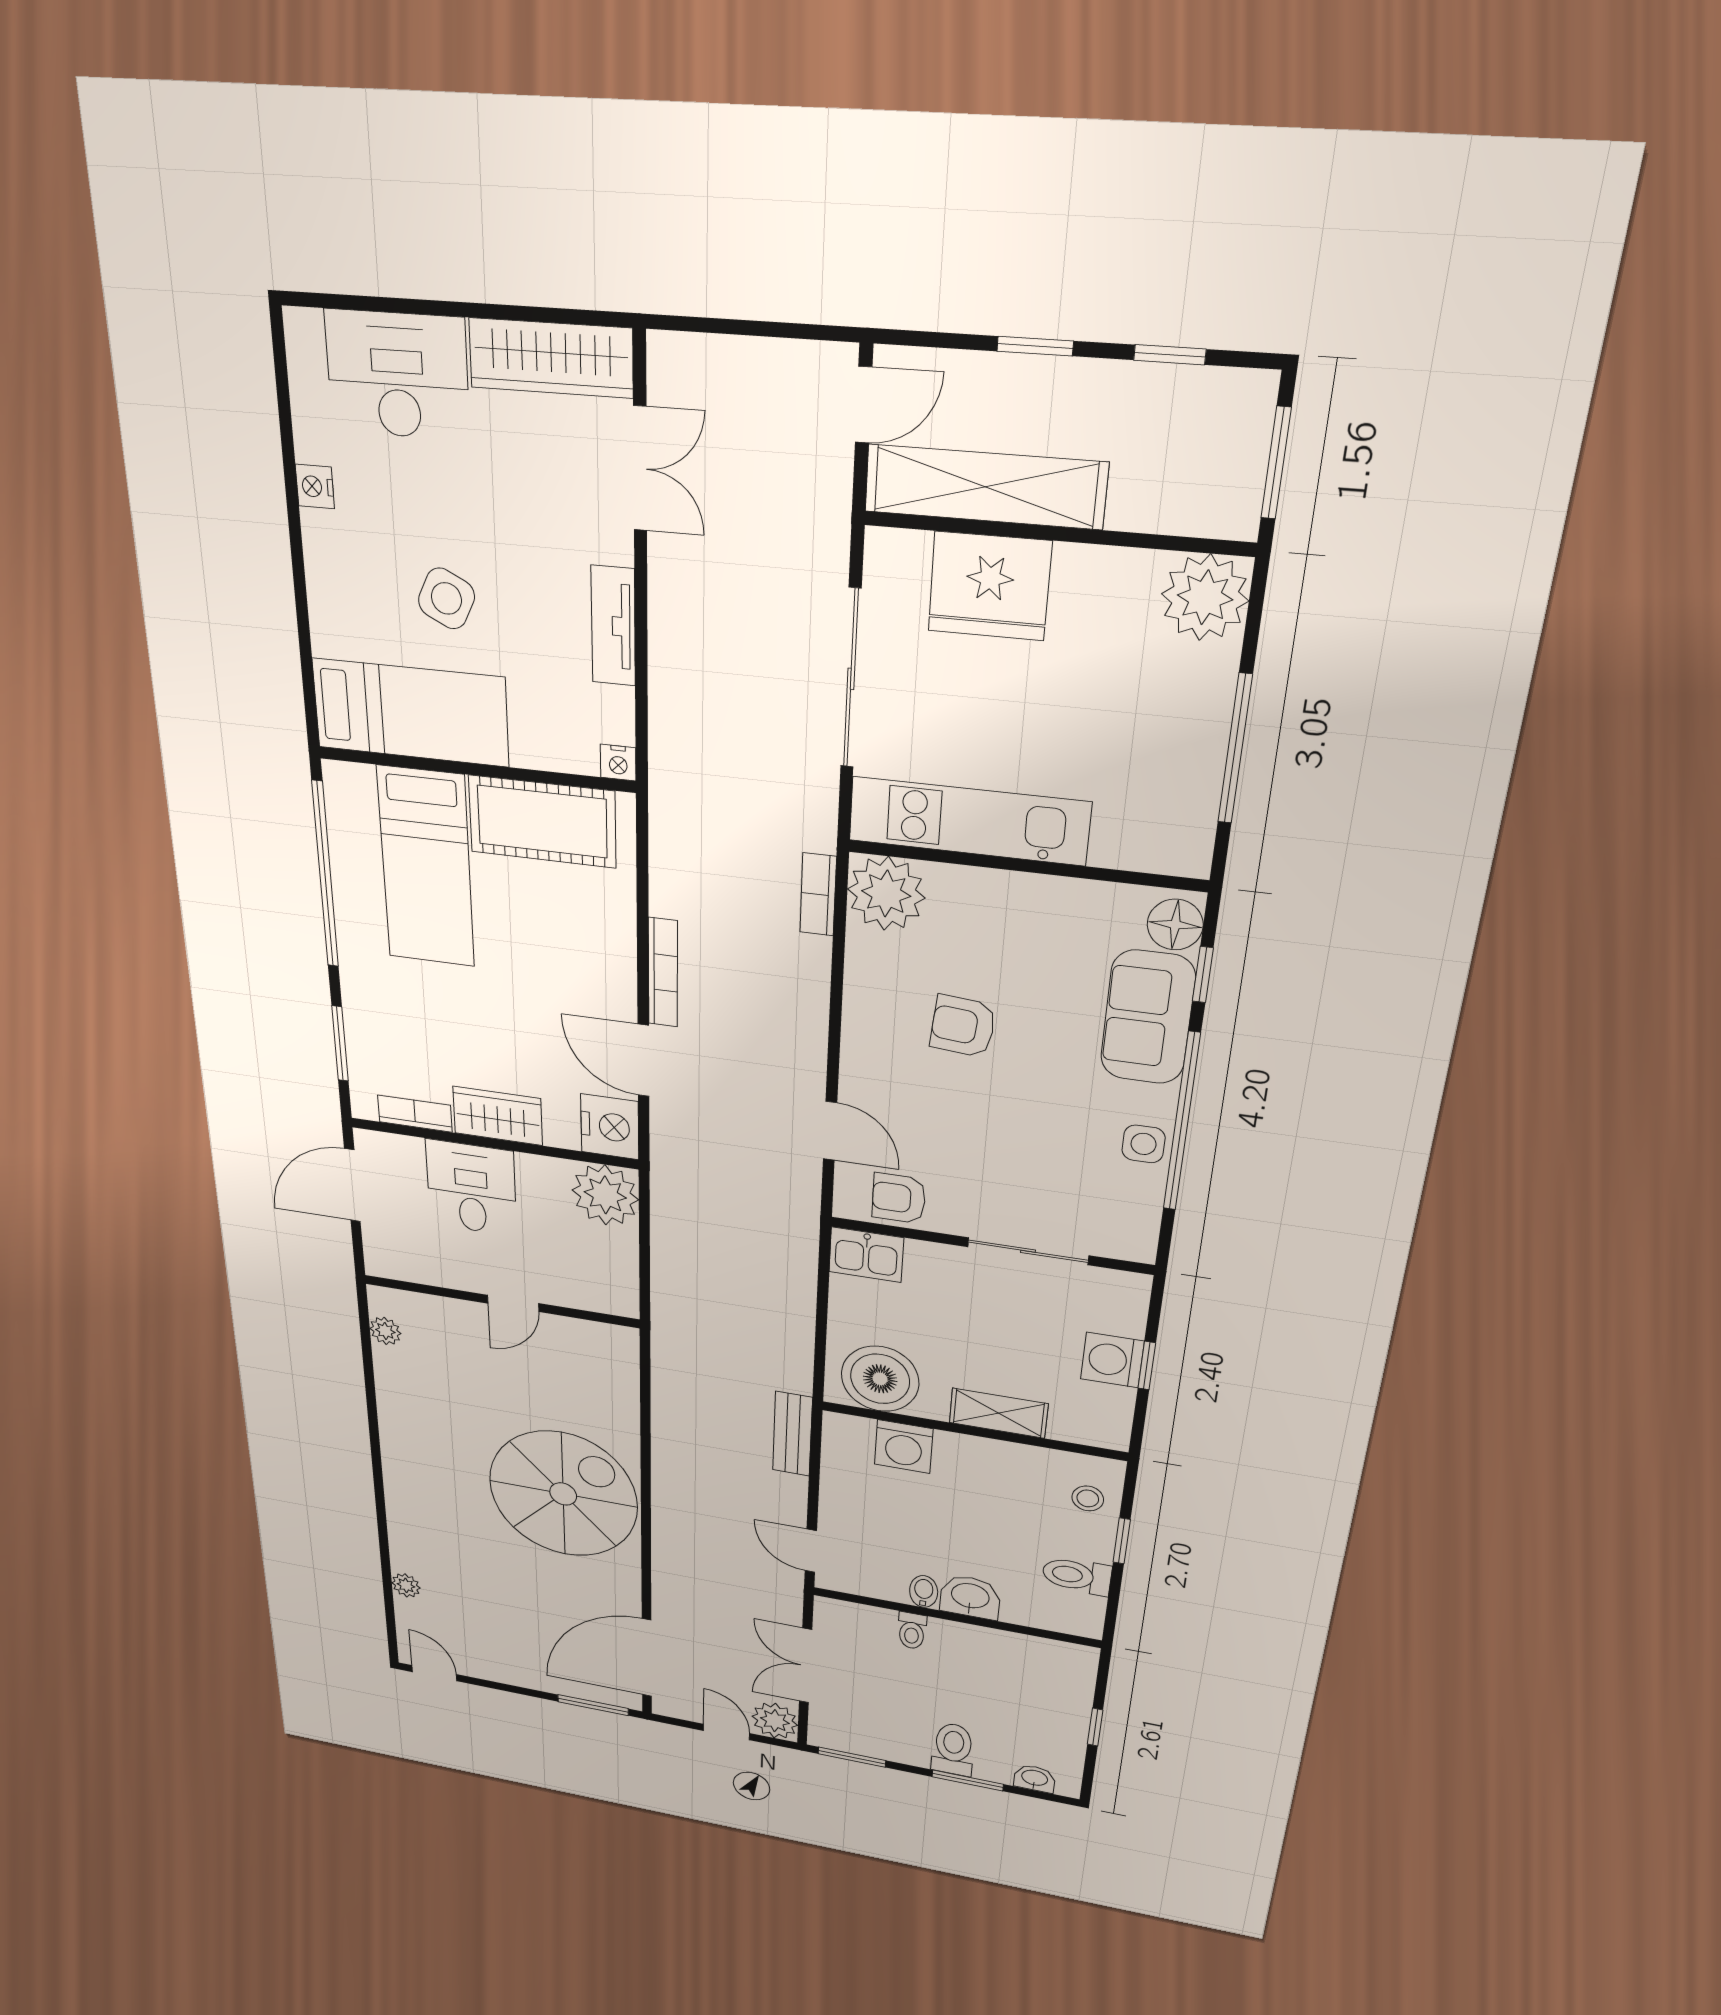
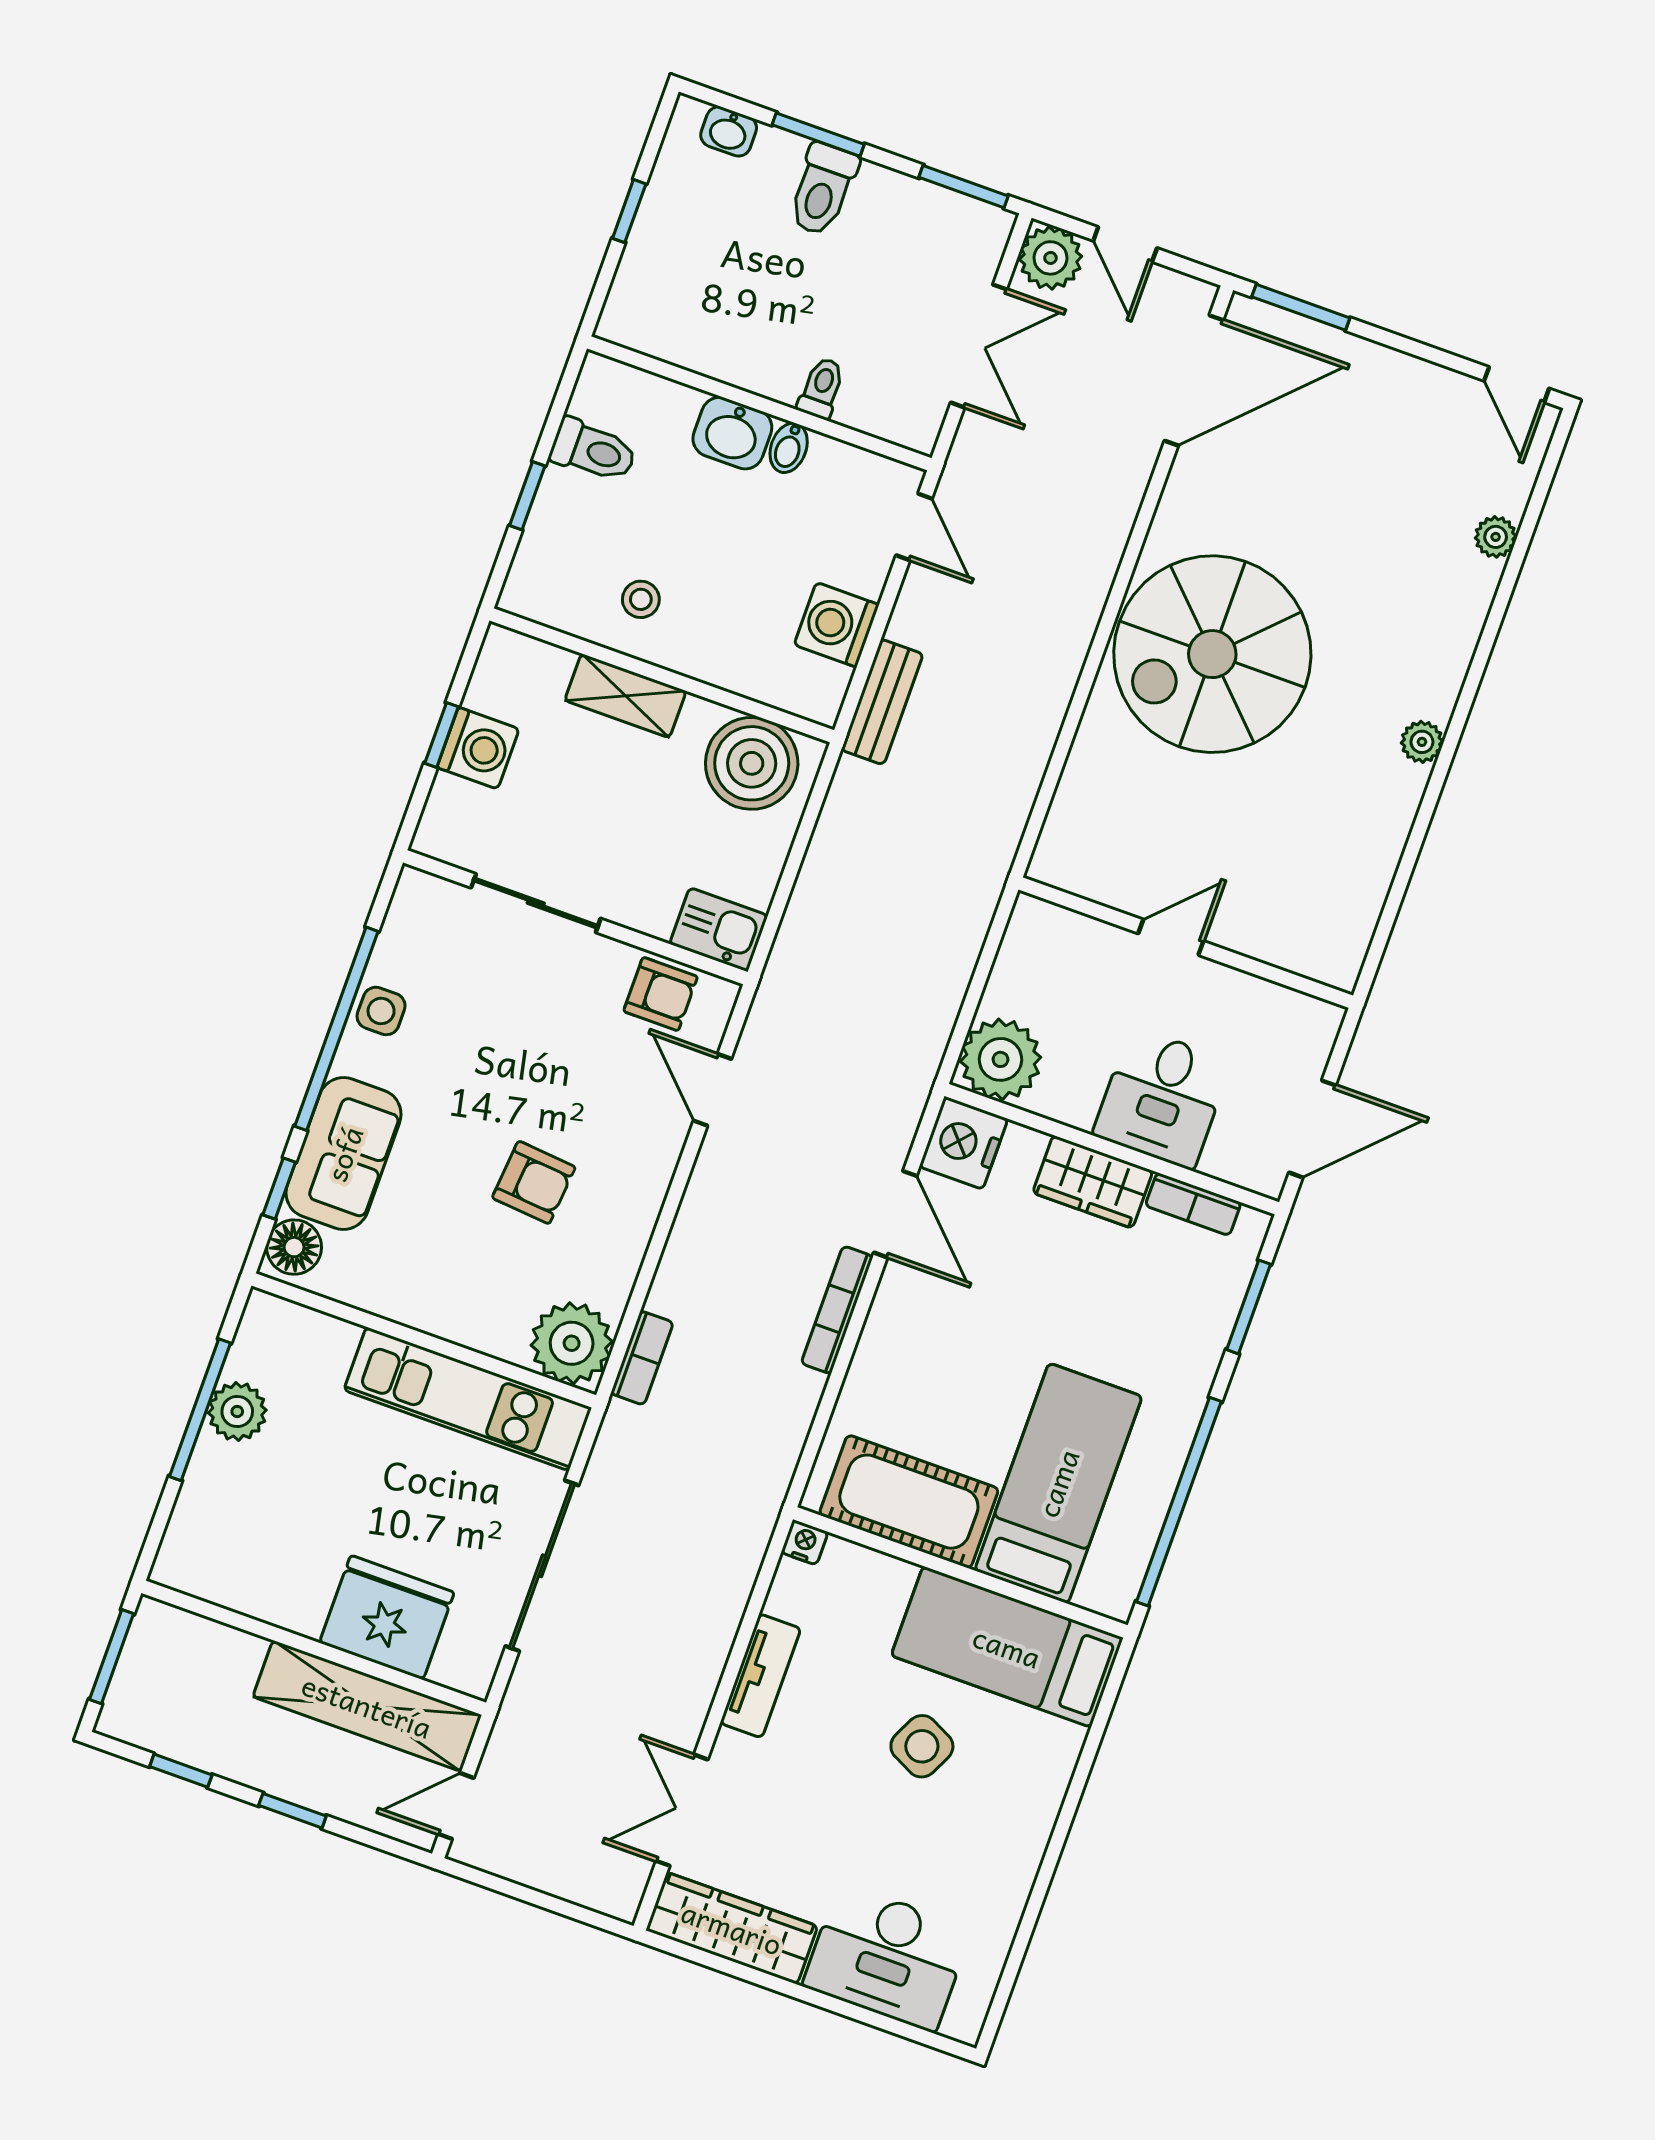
nightstand: (315, 487) -> (1014, 1885), removed
plant: (1205, 597) -> (237, 1411), moved, width x0.73, depth x0.73
plant: (385, 1331) -> (1422, 742), moved
washing machine: (904, 1447) -> (837, 625), moved, turned -90
stool: (1088, 1498) -> (641, 599), moved

